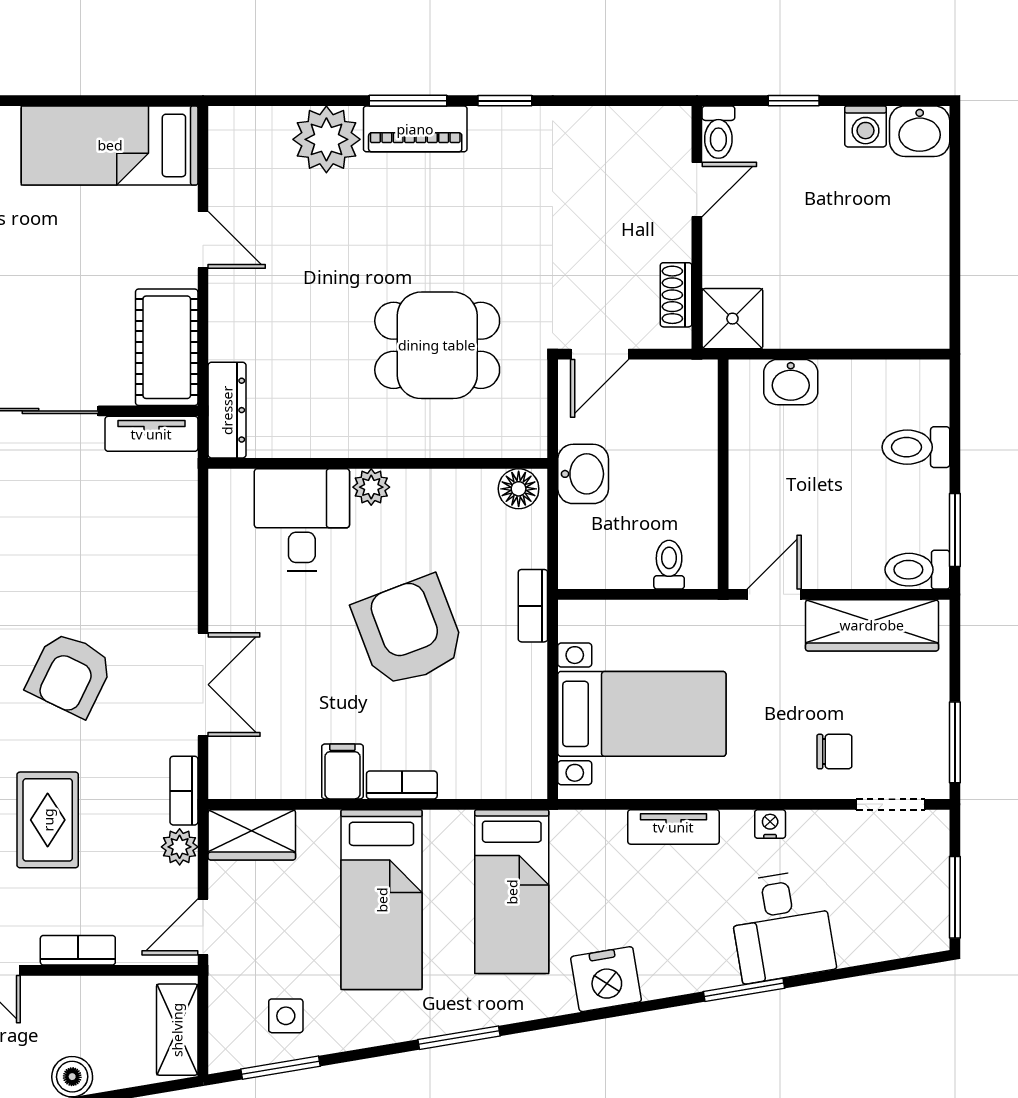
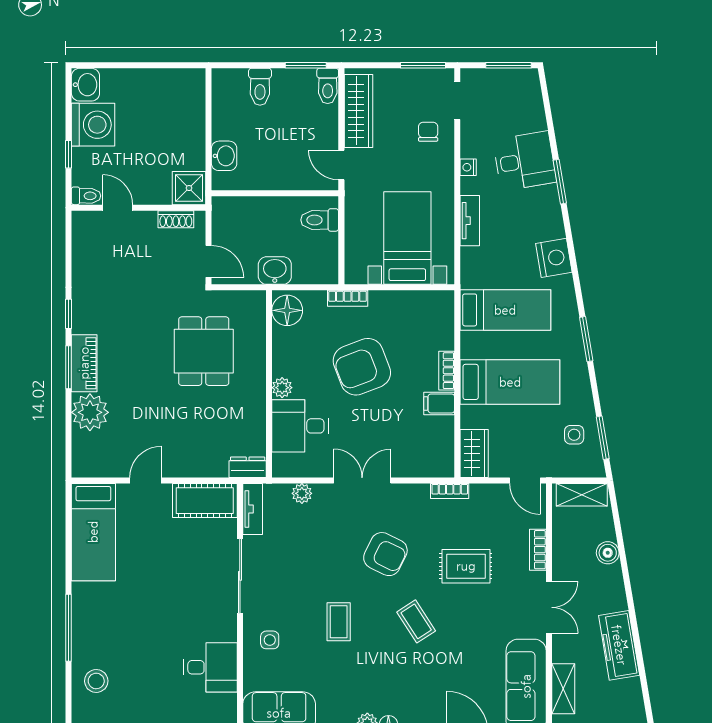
washing machine: (866, 126) -> (93, 125), width x1.89, depth x1.89
dresser: (227, 410) -> (248, 467), width x0.70
floor lamp: (519, 489) -> (287, 310), width x1.38, depth x1.38
toilet: (669, 565) -> (320, 220), width x1.37, depth x1.39
double door: (203, 685) -> (362, 480), moved
plant: (180, 847) -> (302, 493), moved

